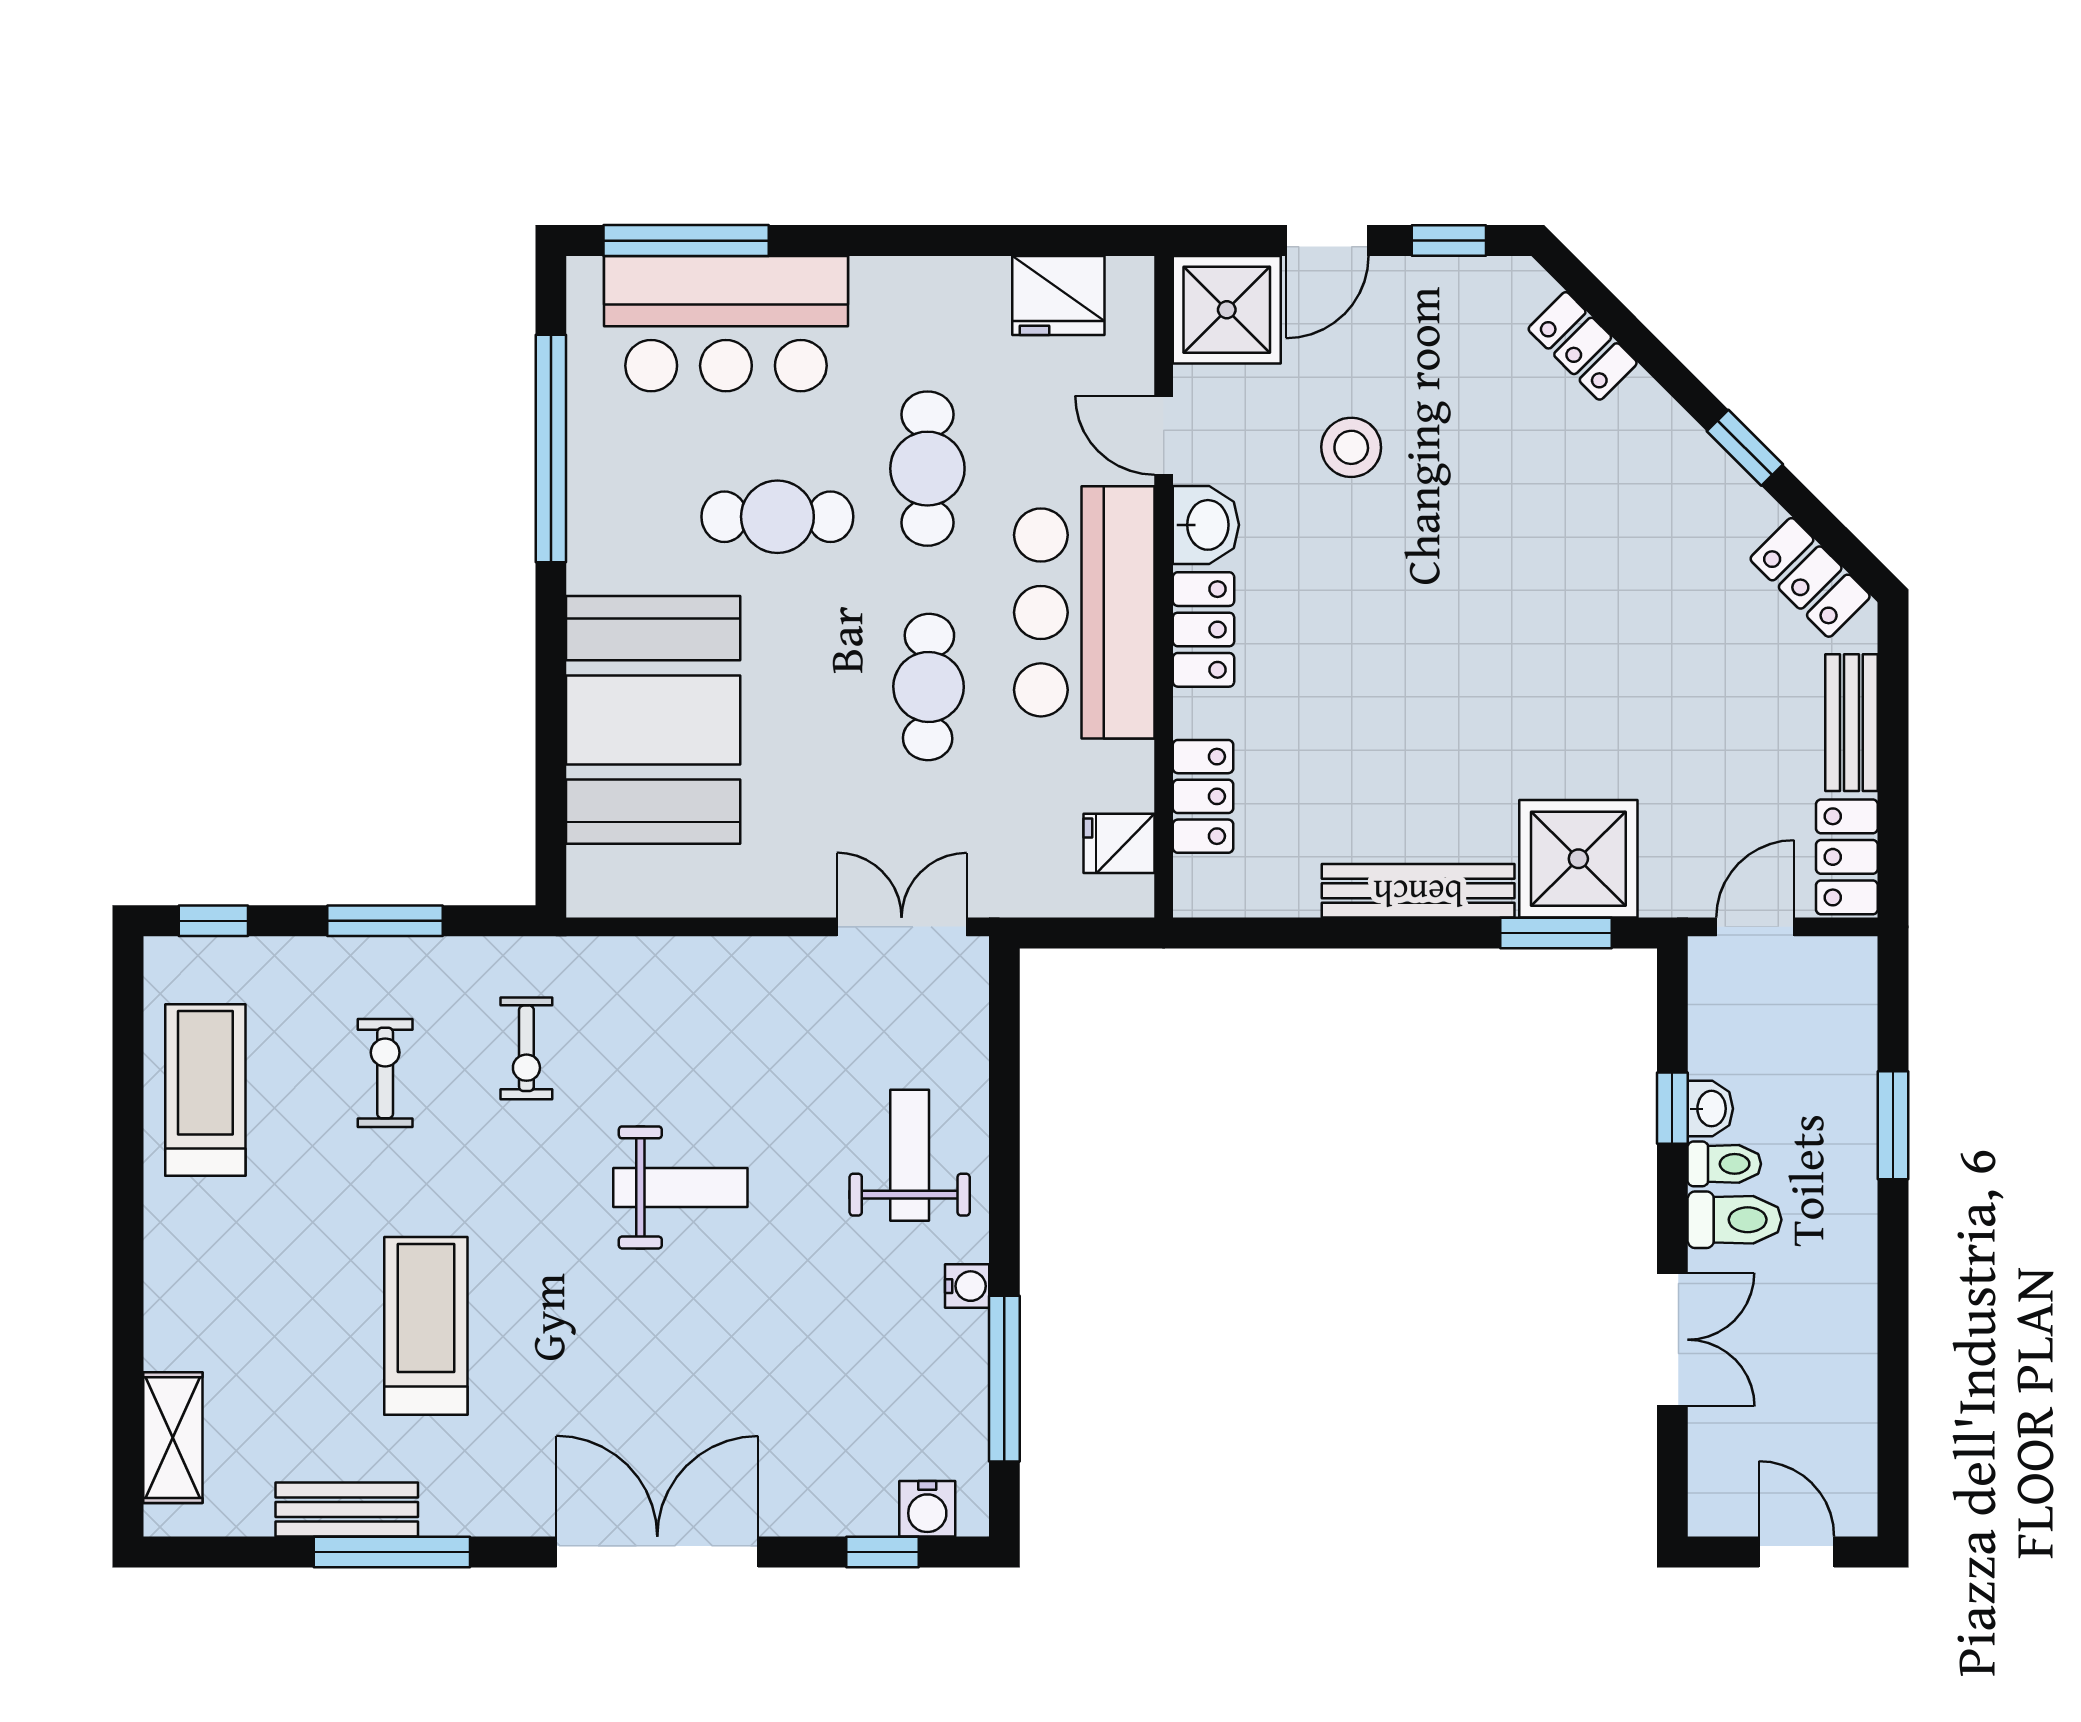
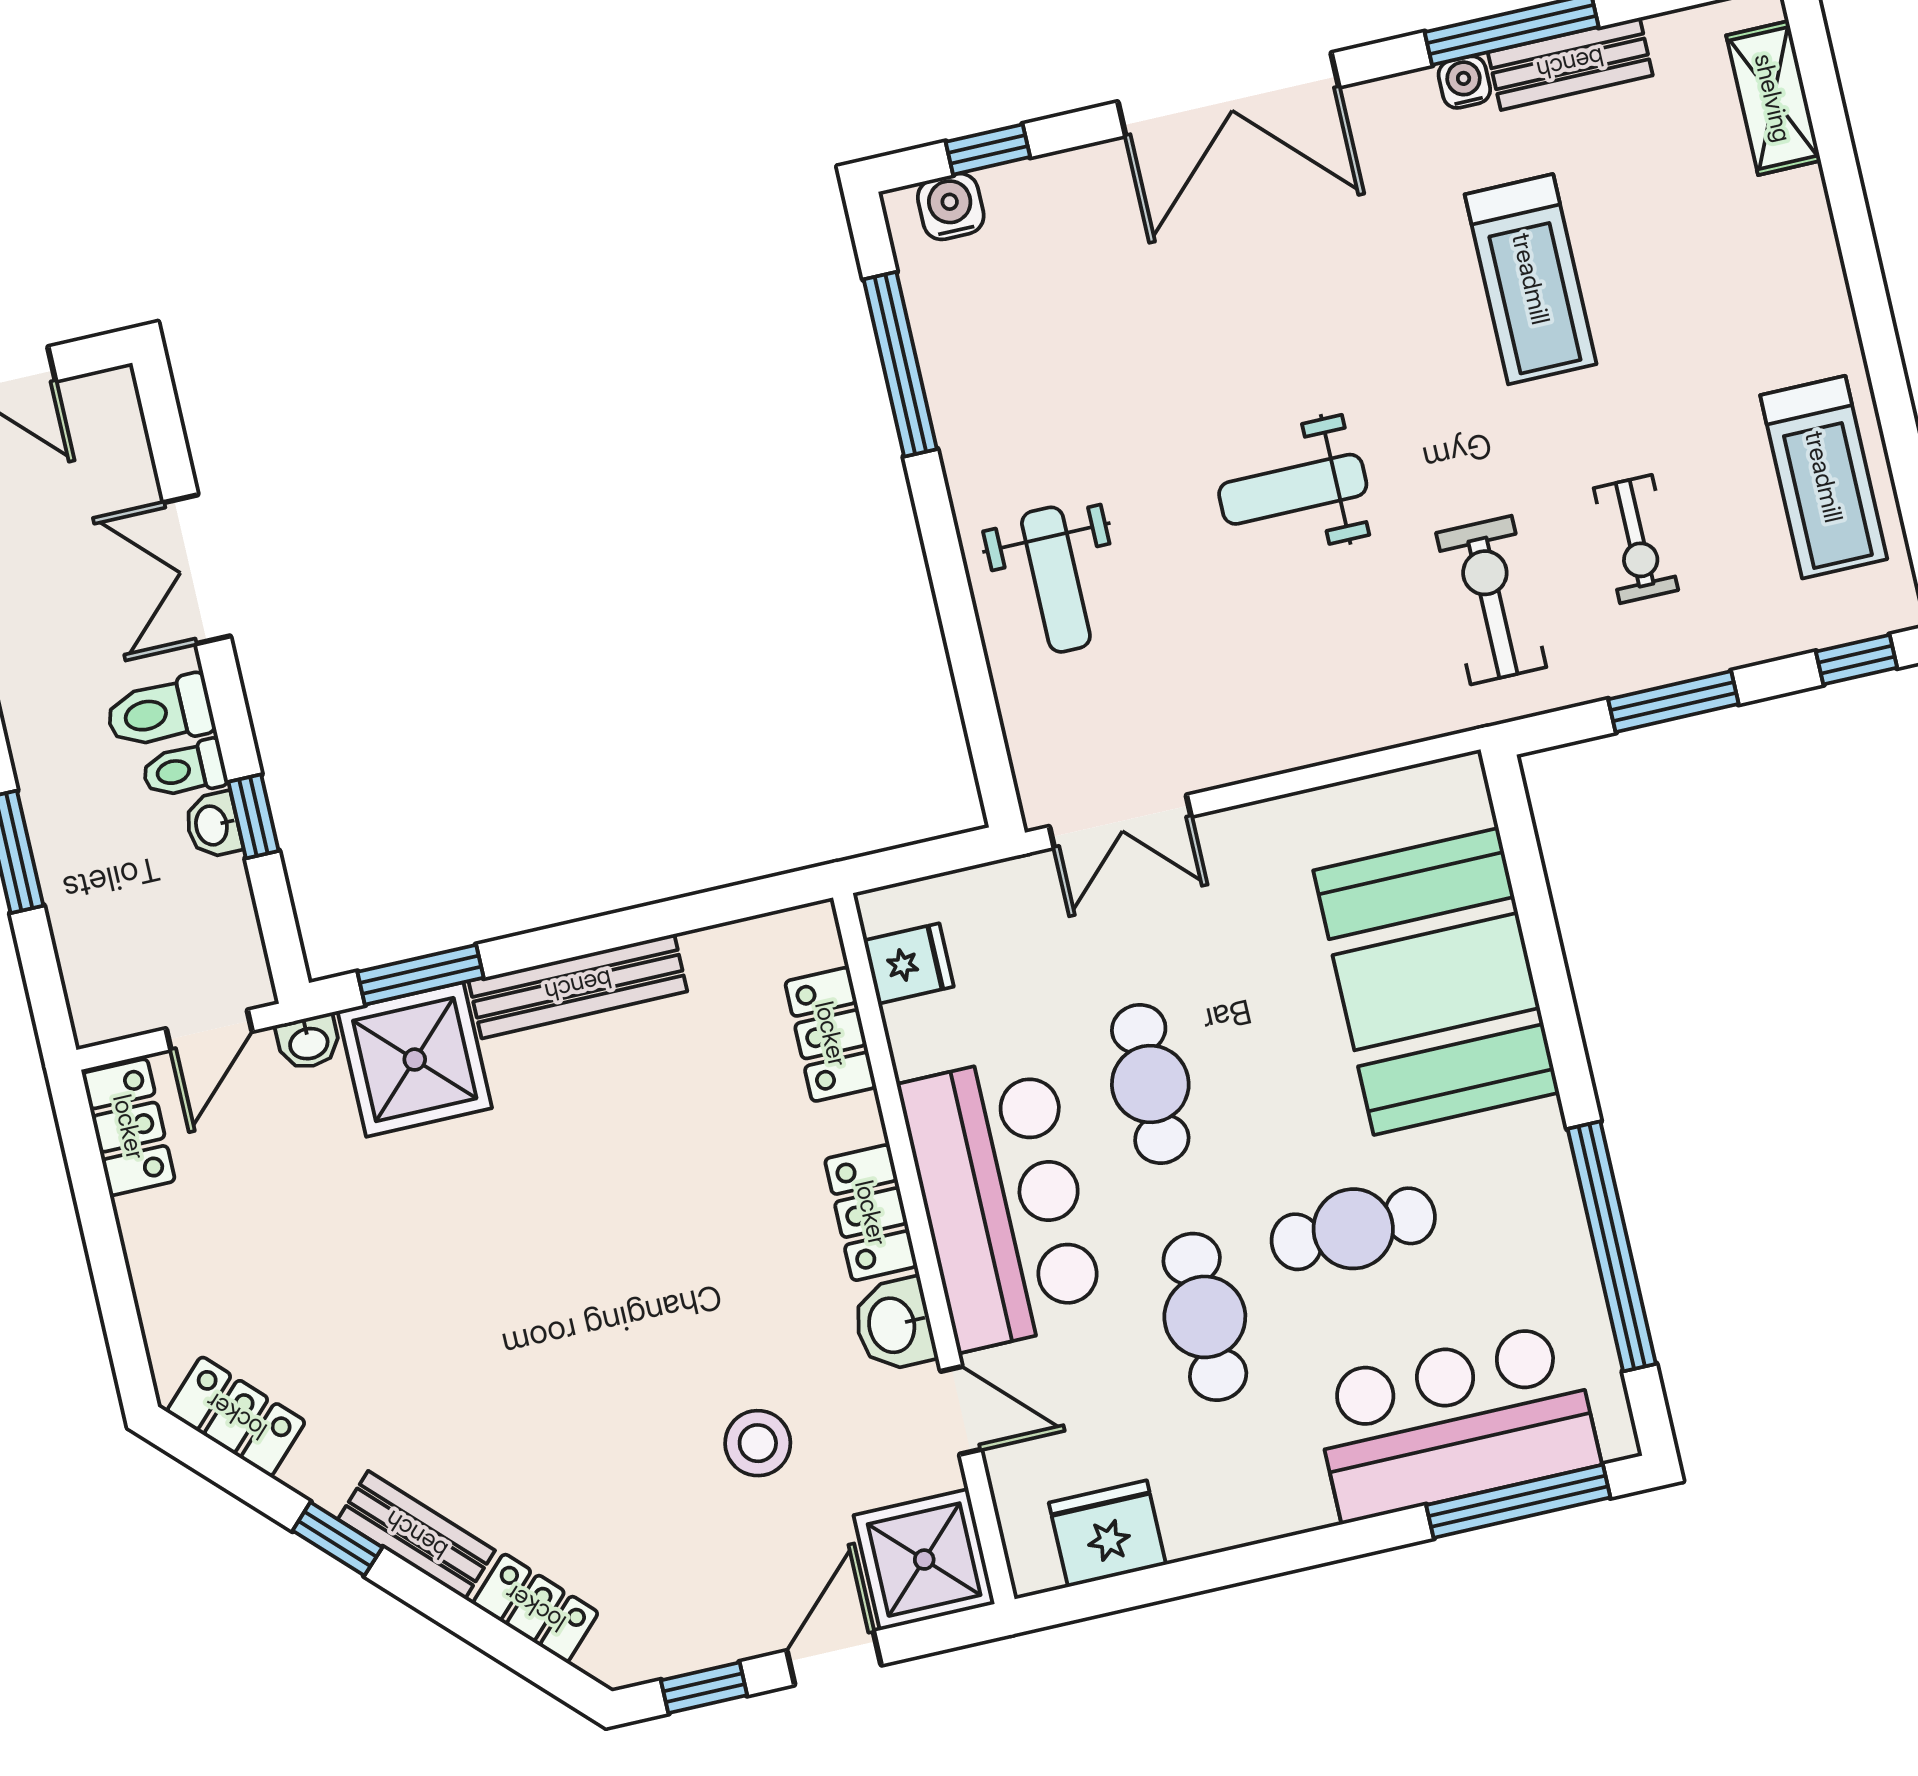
bench: (1851, 723) -> (416, 1535), moved, turned -45
washbasin: (1669, 896) -> (309, 1042), added
exercise bike: (526, 1048) -> (1491, 600), width x1.38, depth x1.39
water cooler: (967, 1286) -> (1464, 82), moved, turned 90

